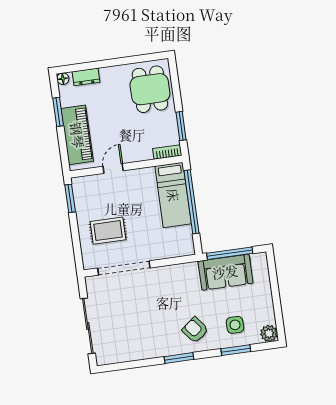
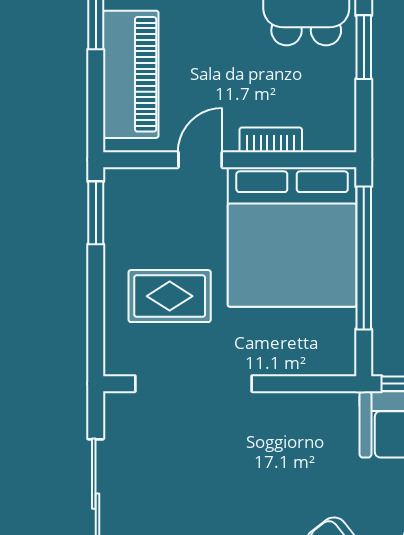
window: (181, 126) -> (364, 47), moved
bookcase: (167, 152) -> (271, 140), moved
bed: (173, 195) -> (292, 237), width x2.04

